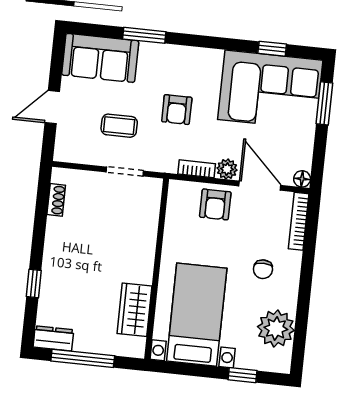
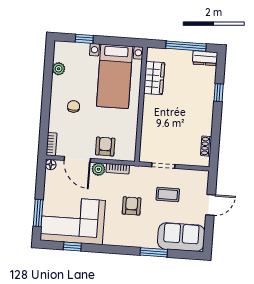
bookcase: (299, 221) -> (51, 144), width x0.64
plant: (276, 328) -> (59, 69), width x0.53, depth x0.53

